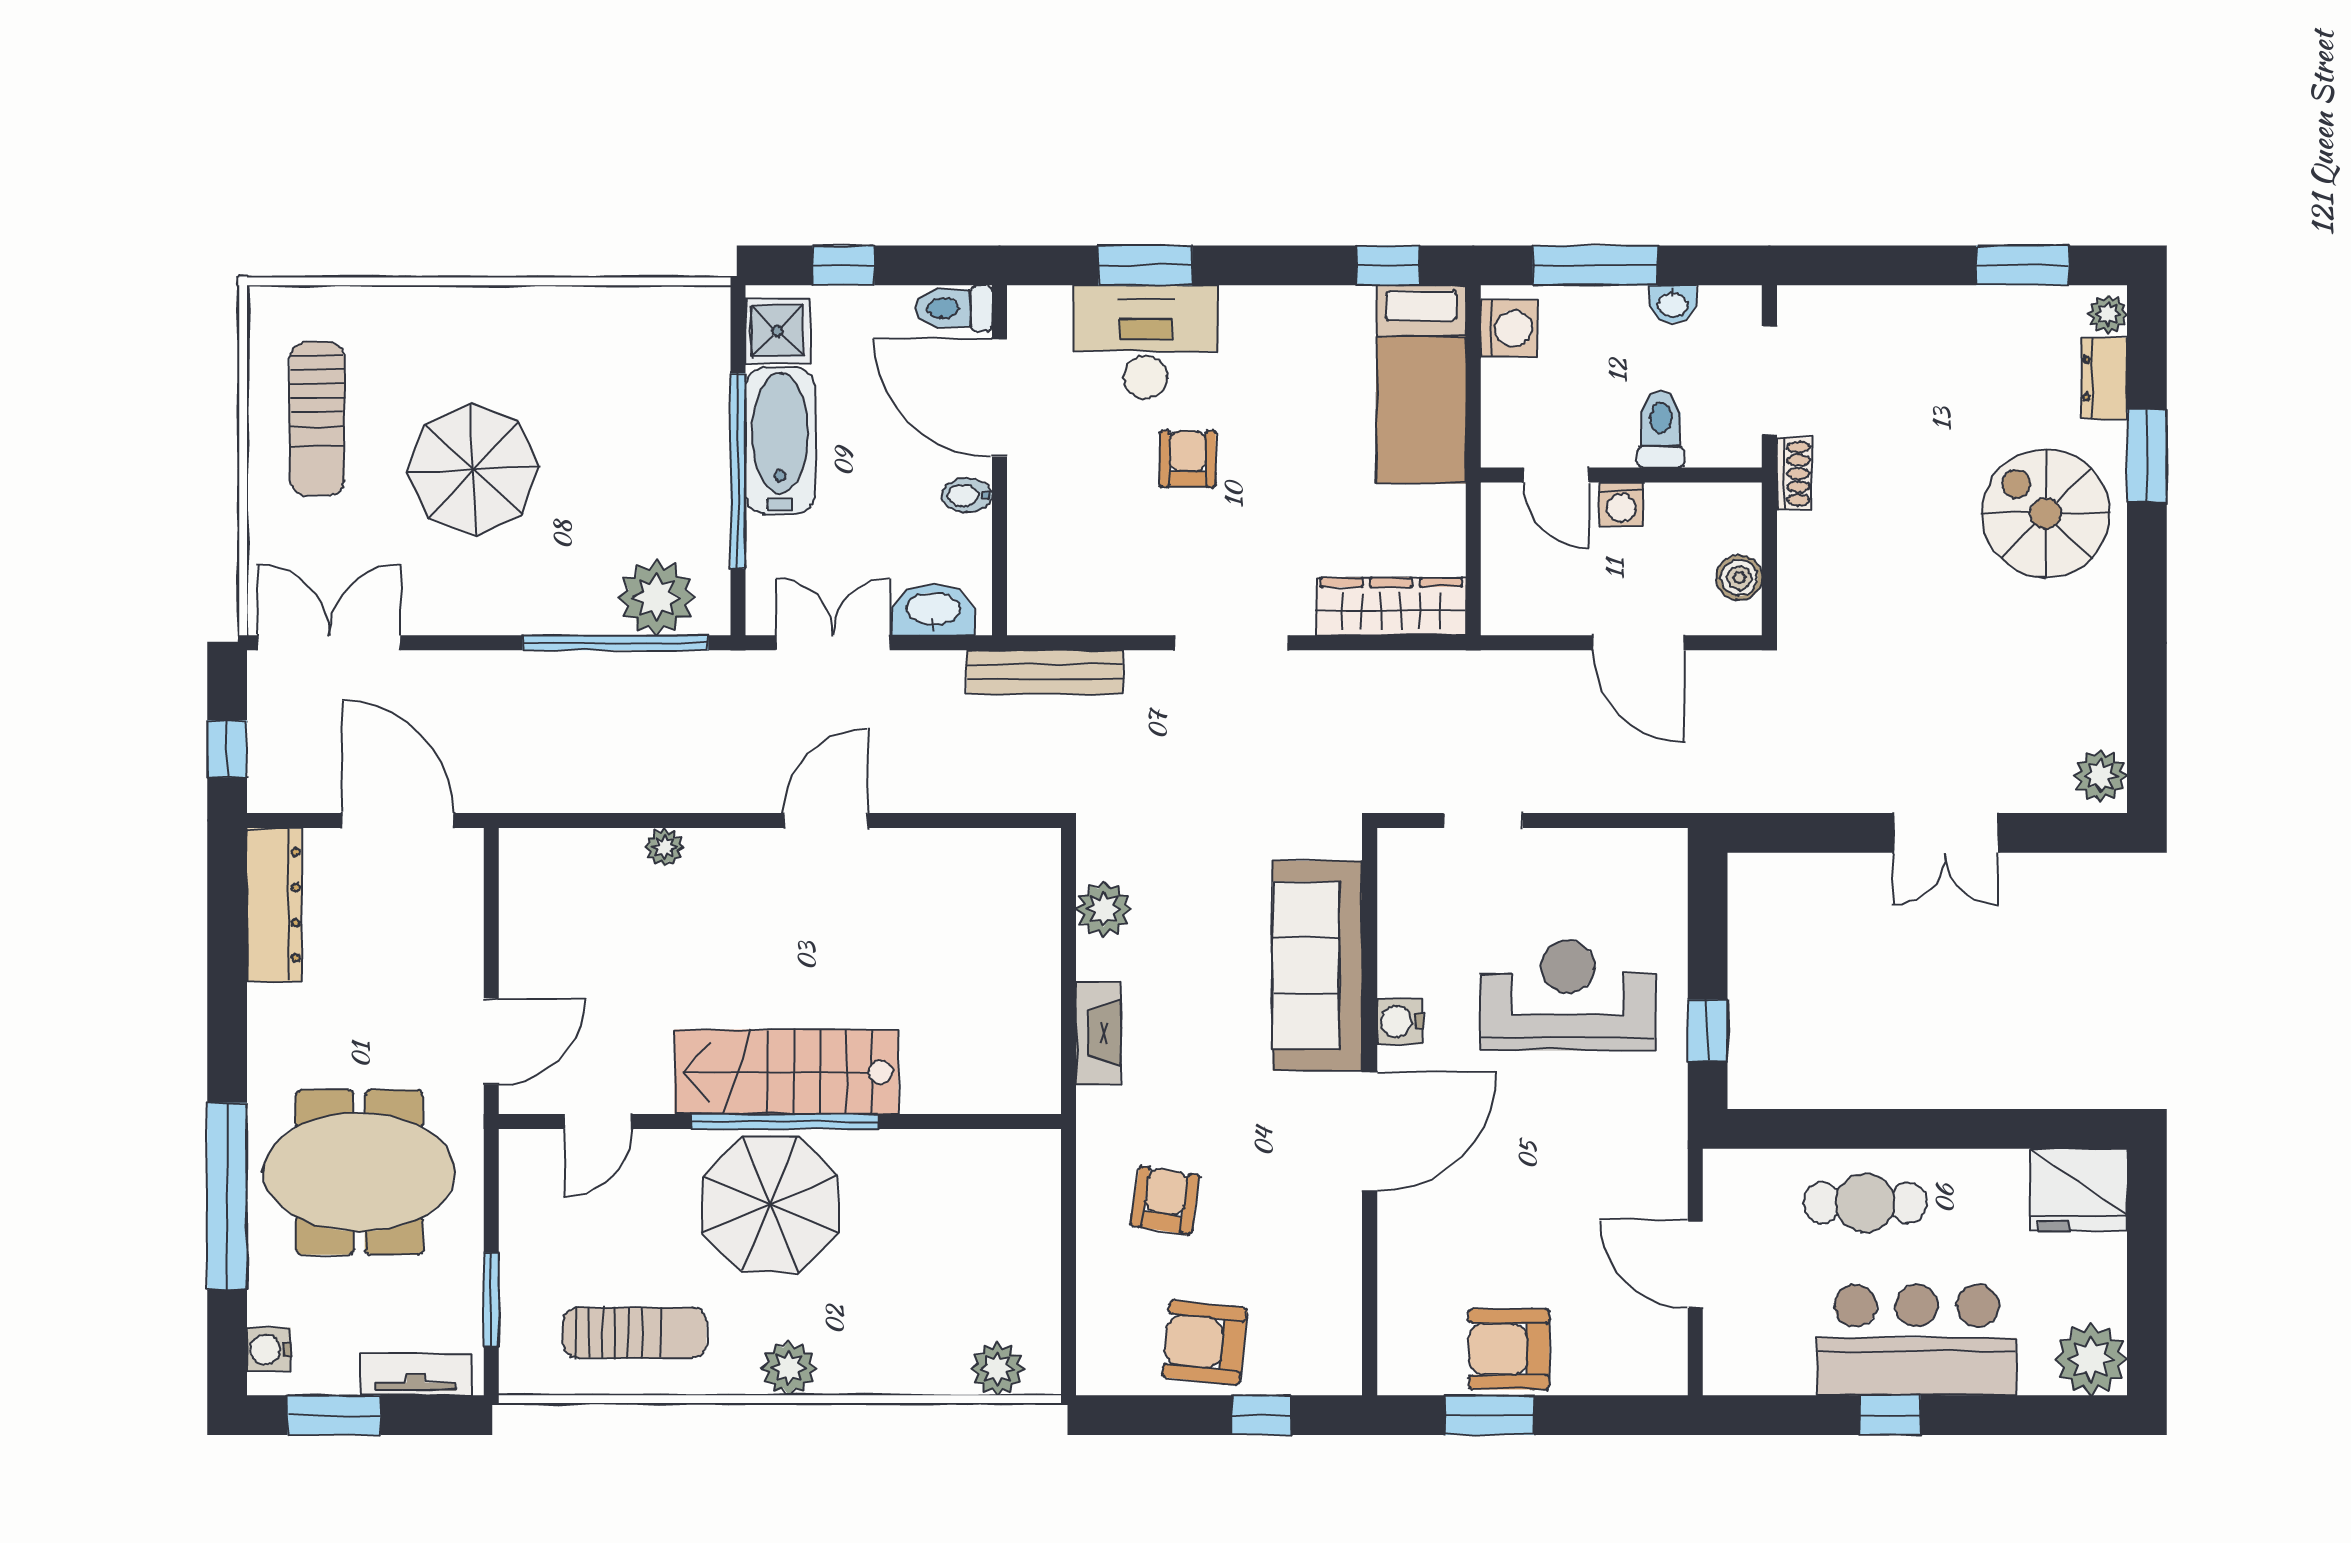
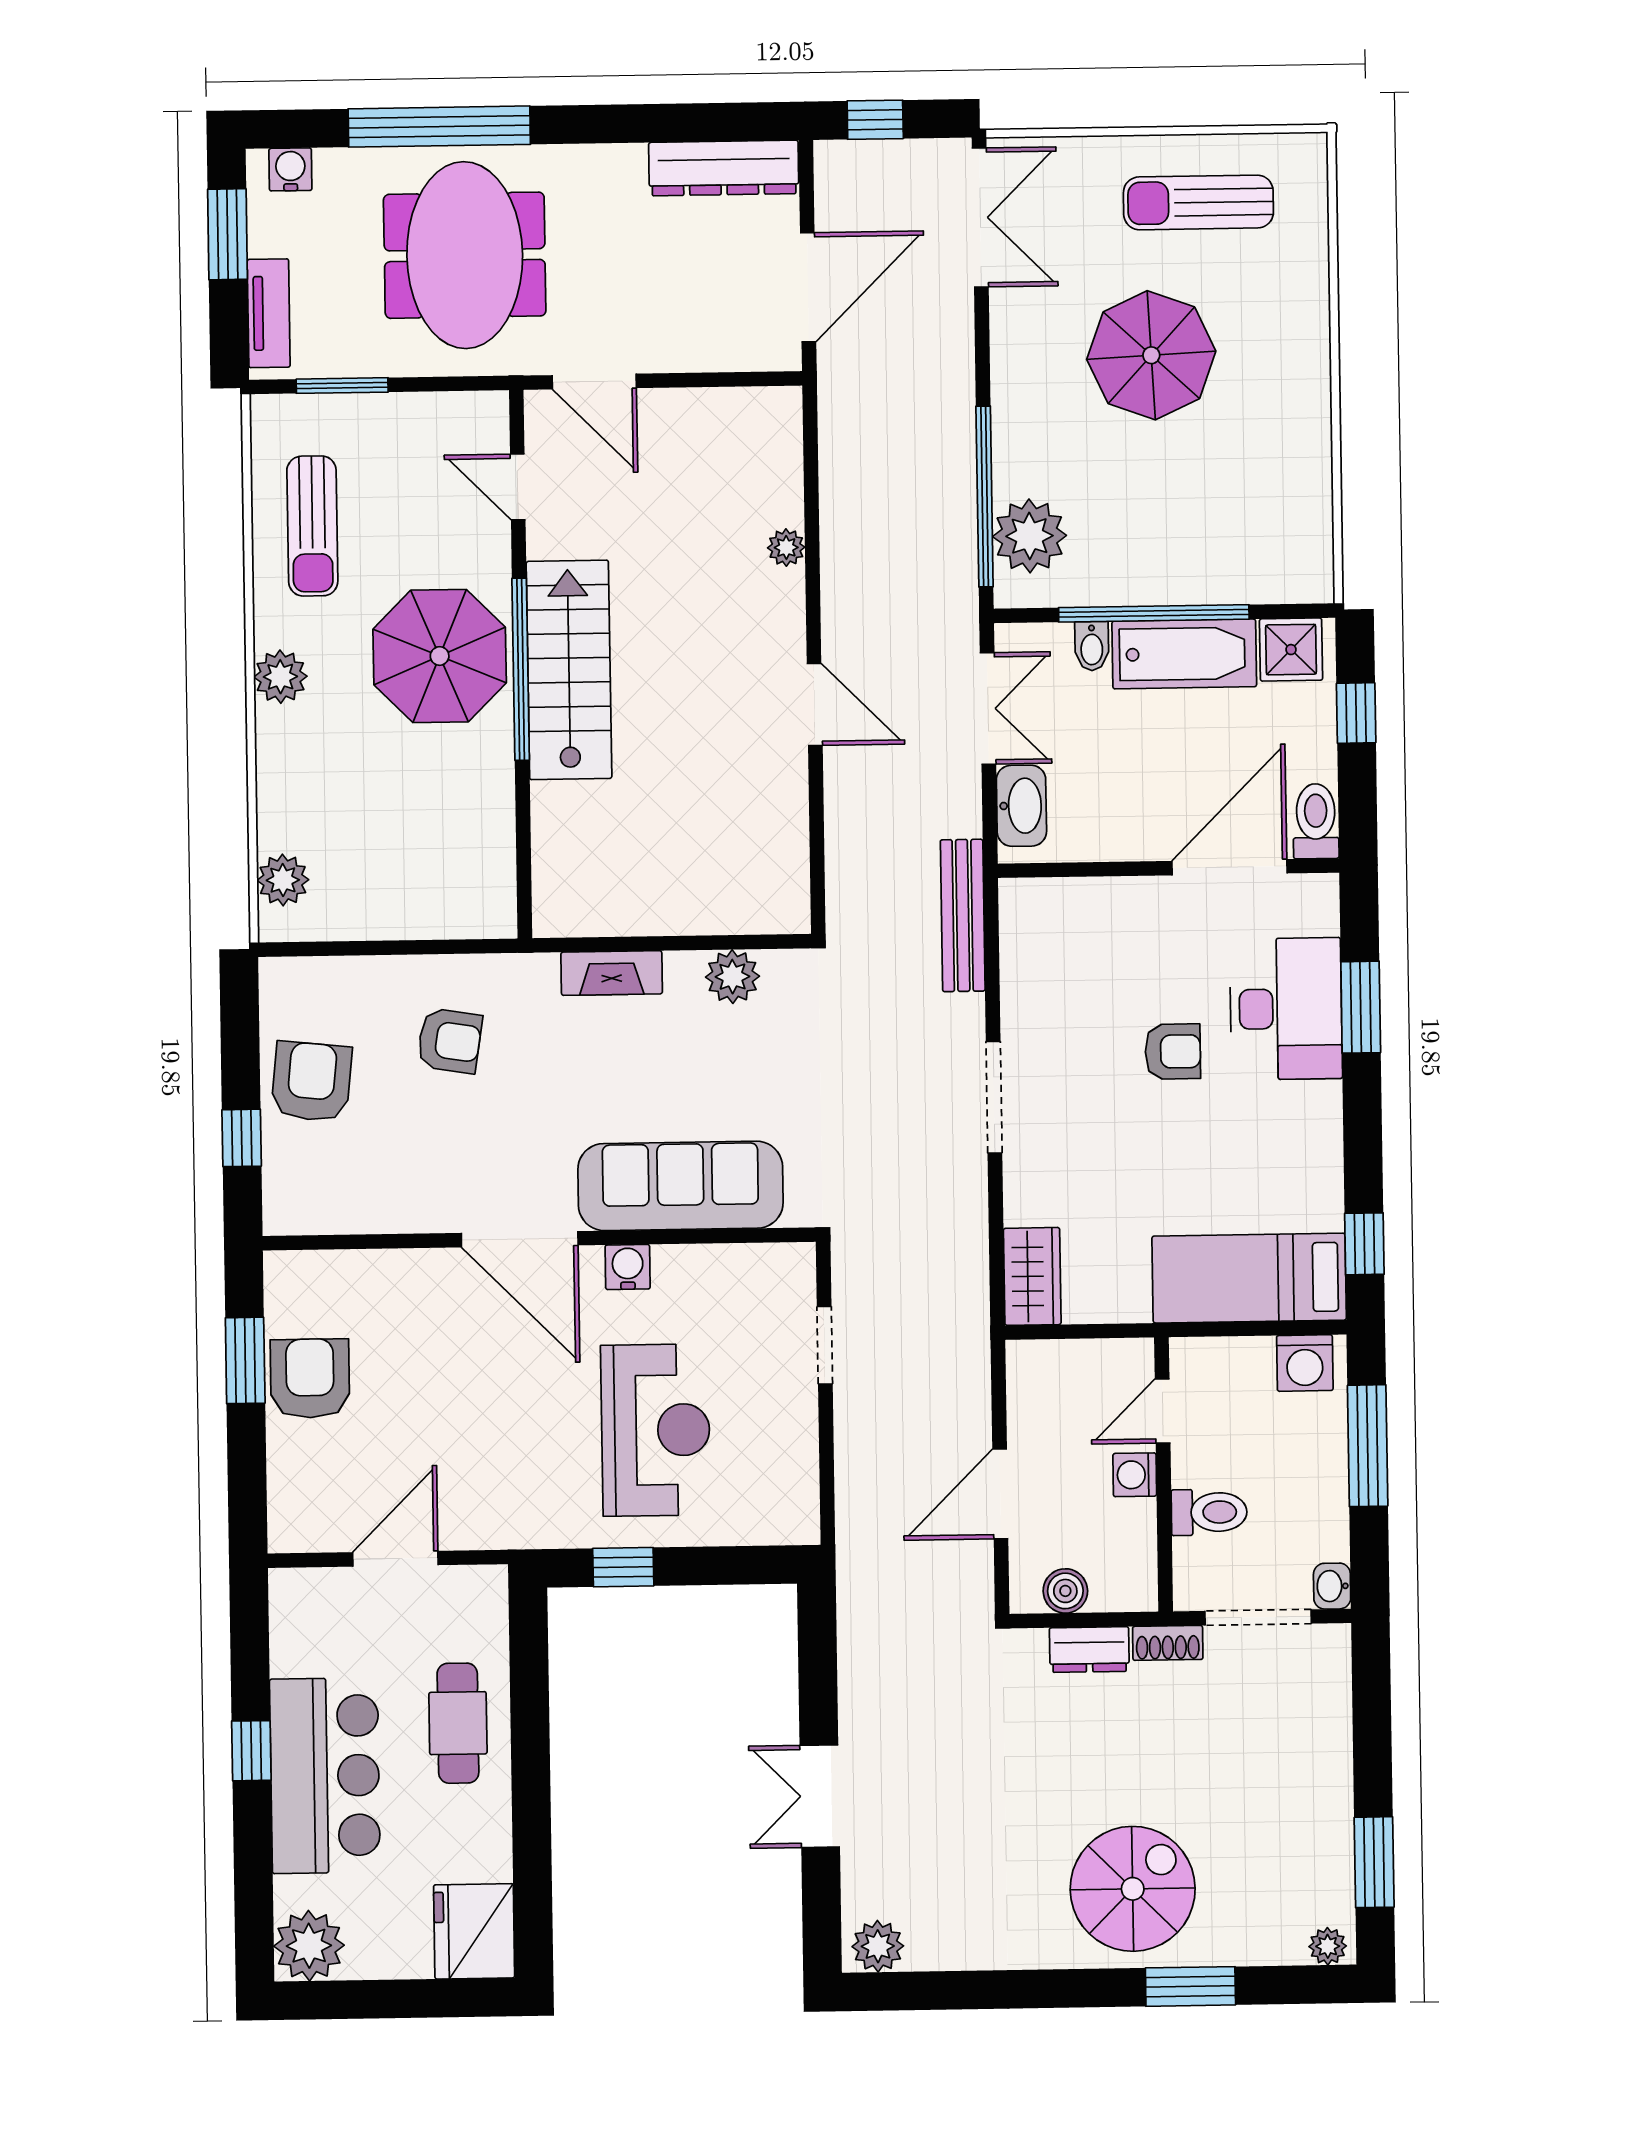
washbasin: (1673, 304) -> (1332, 1586), moved
dresser: (2104, 378) -> (1089, 1650), moved, turned 180
bidet: (967, 495) -> (1092, 646), moved, turned 180
wardrobe: (1391, 607) -> (1032, 1276), width x0.67

